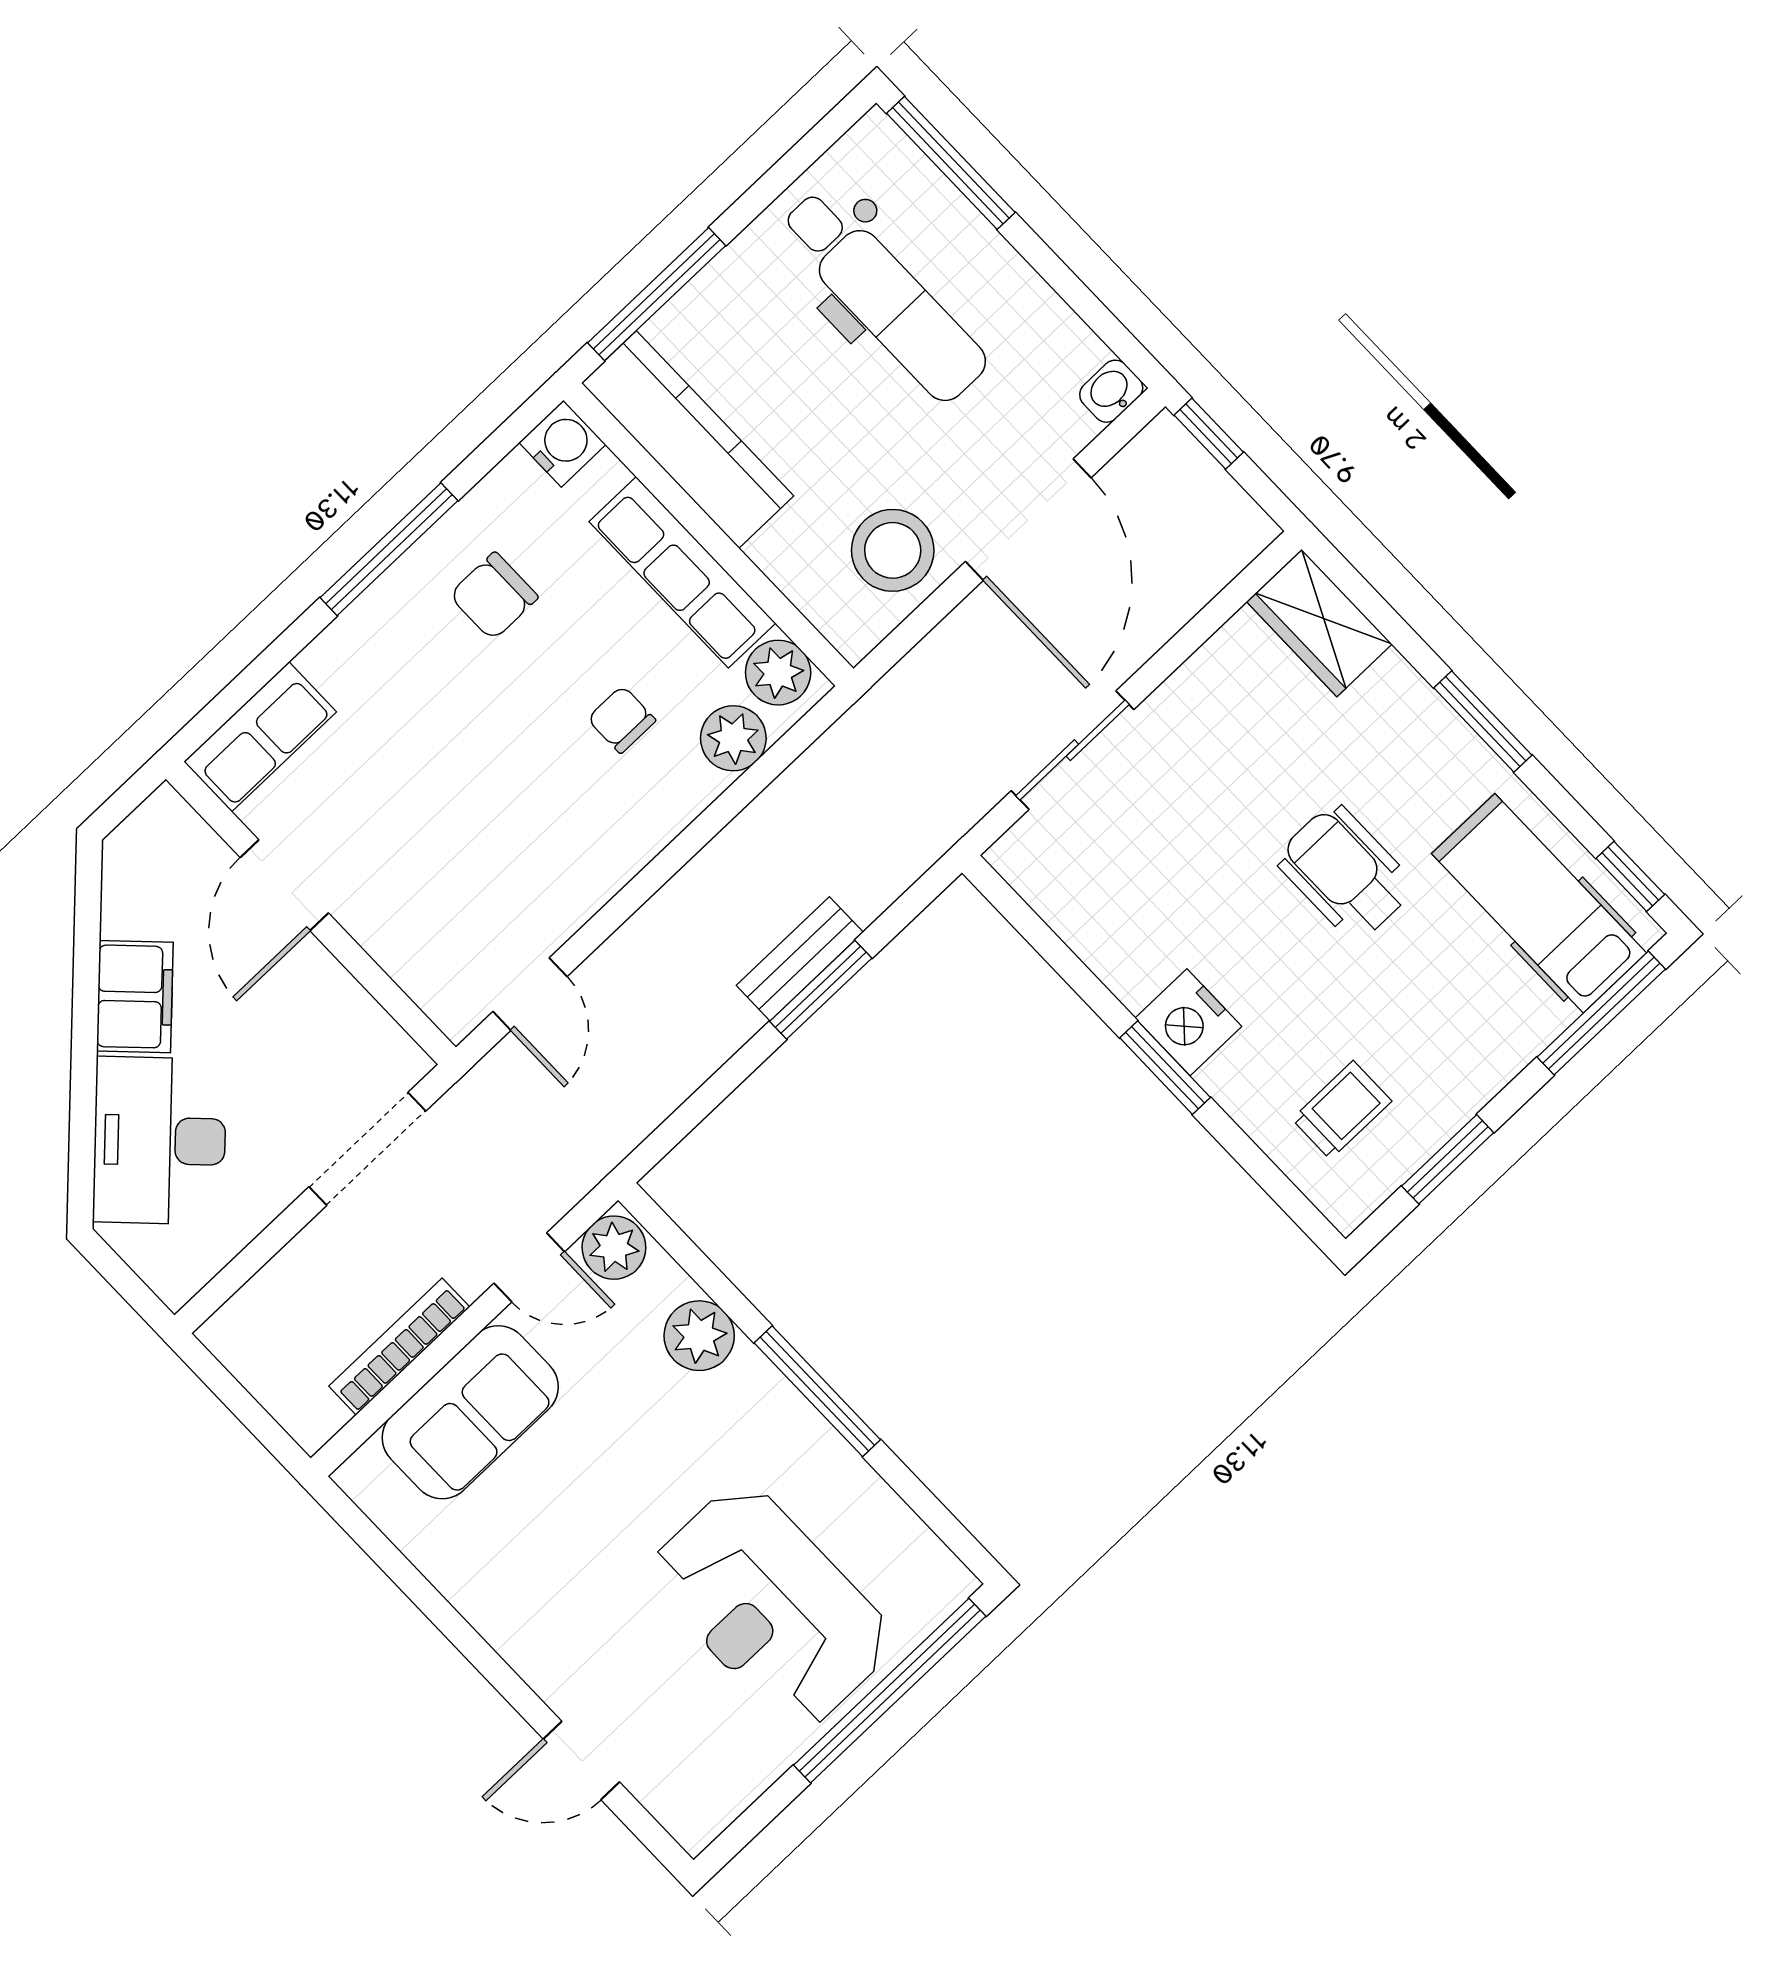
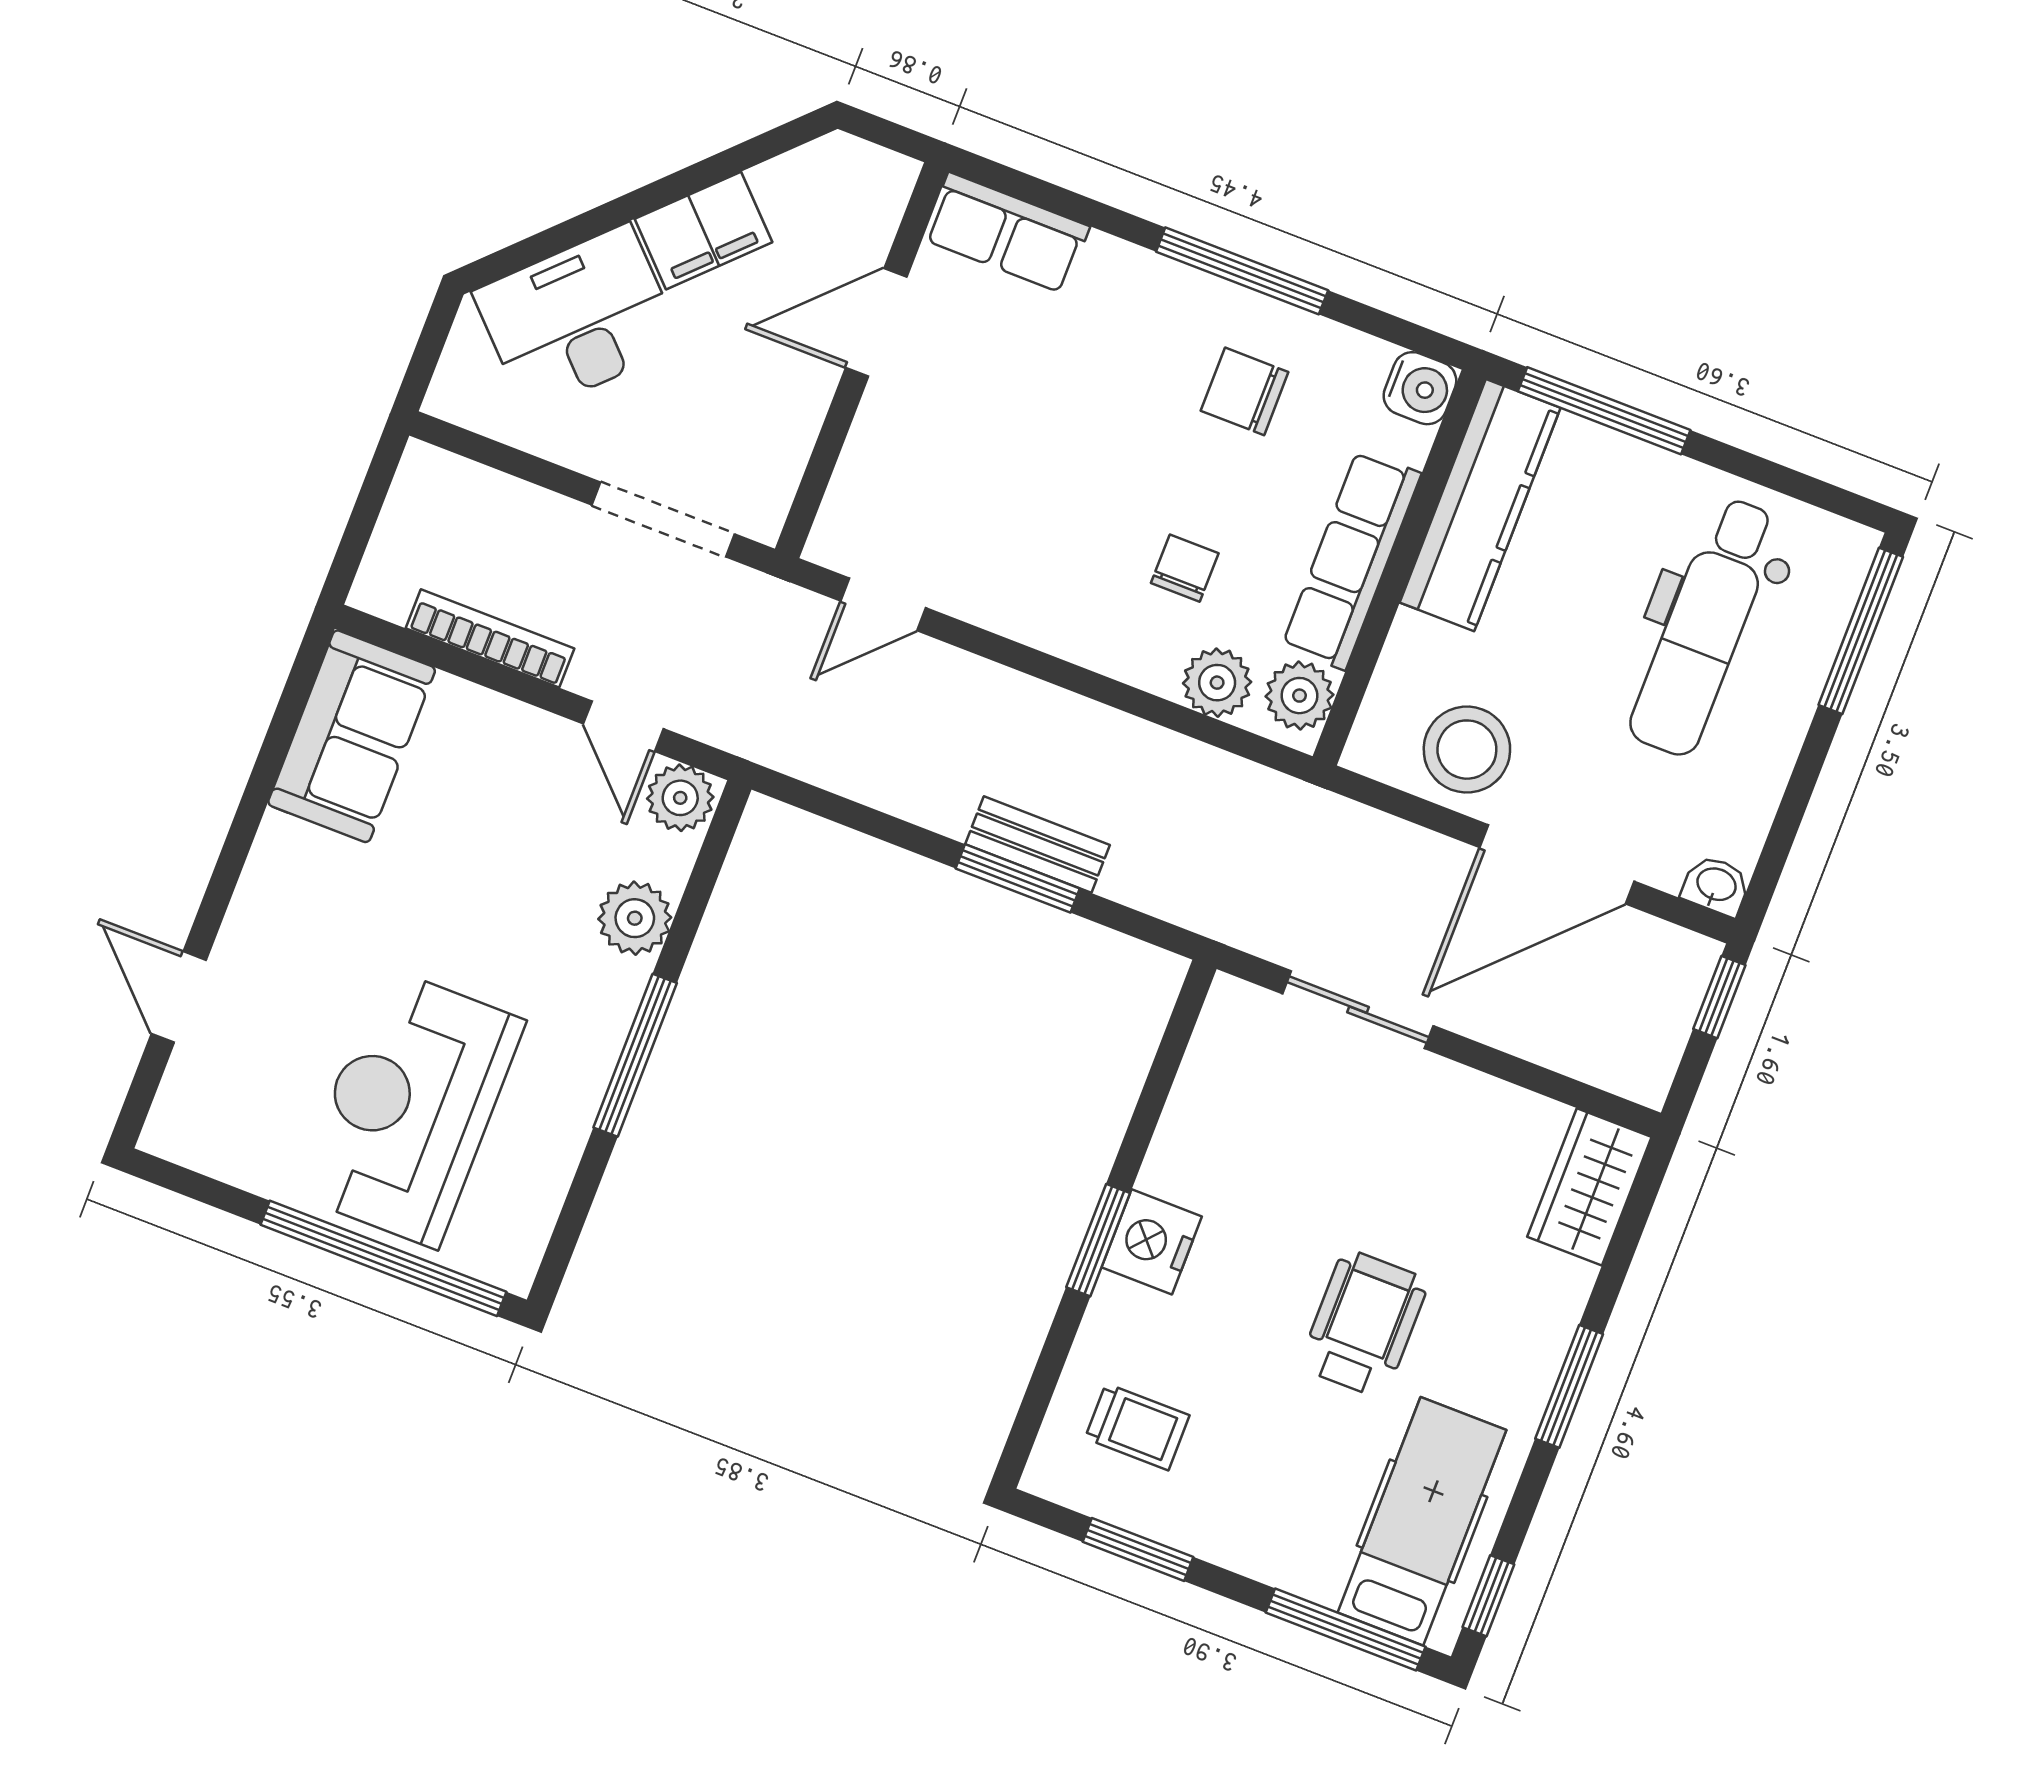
sofa: (470, 1412) -> (352, 736), moved, turned -90

